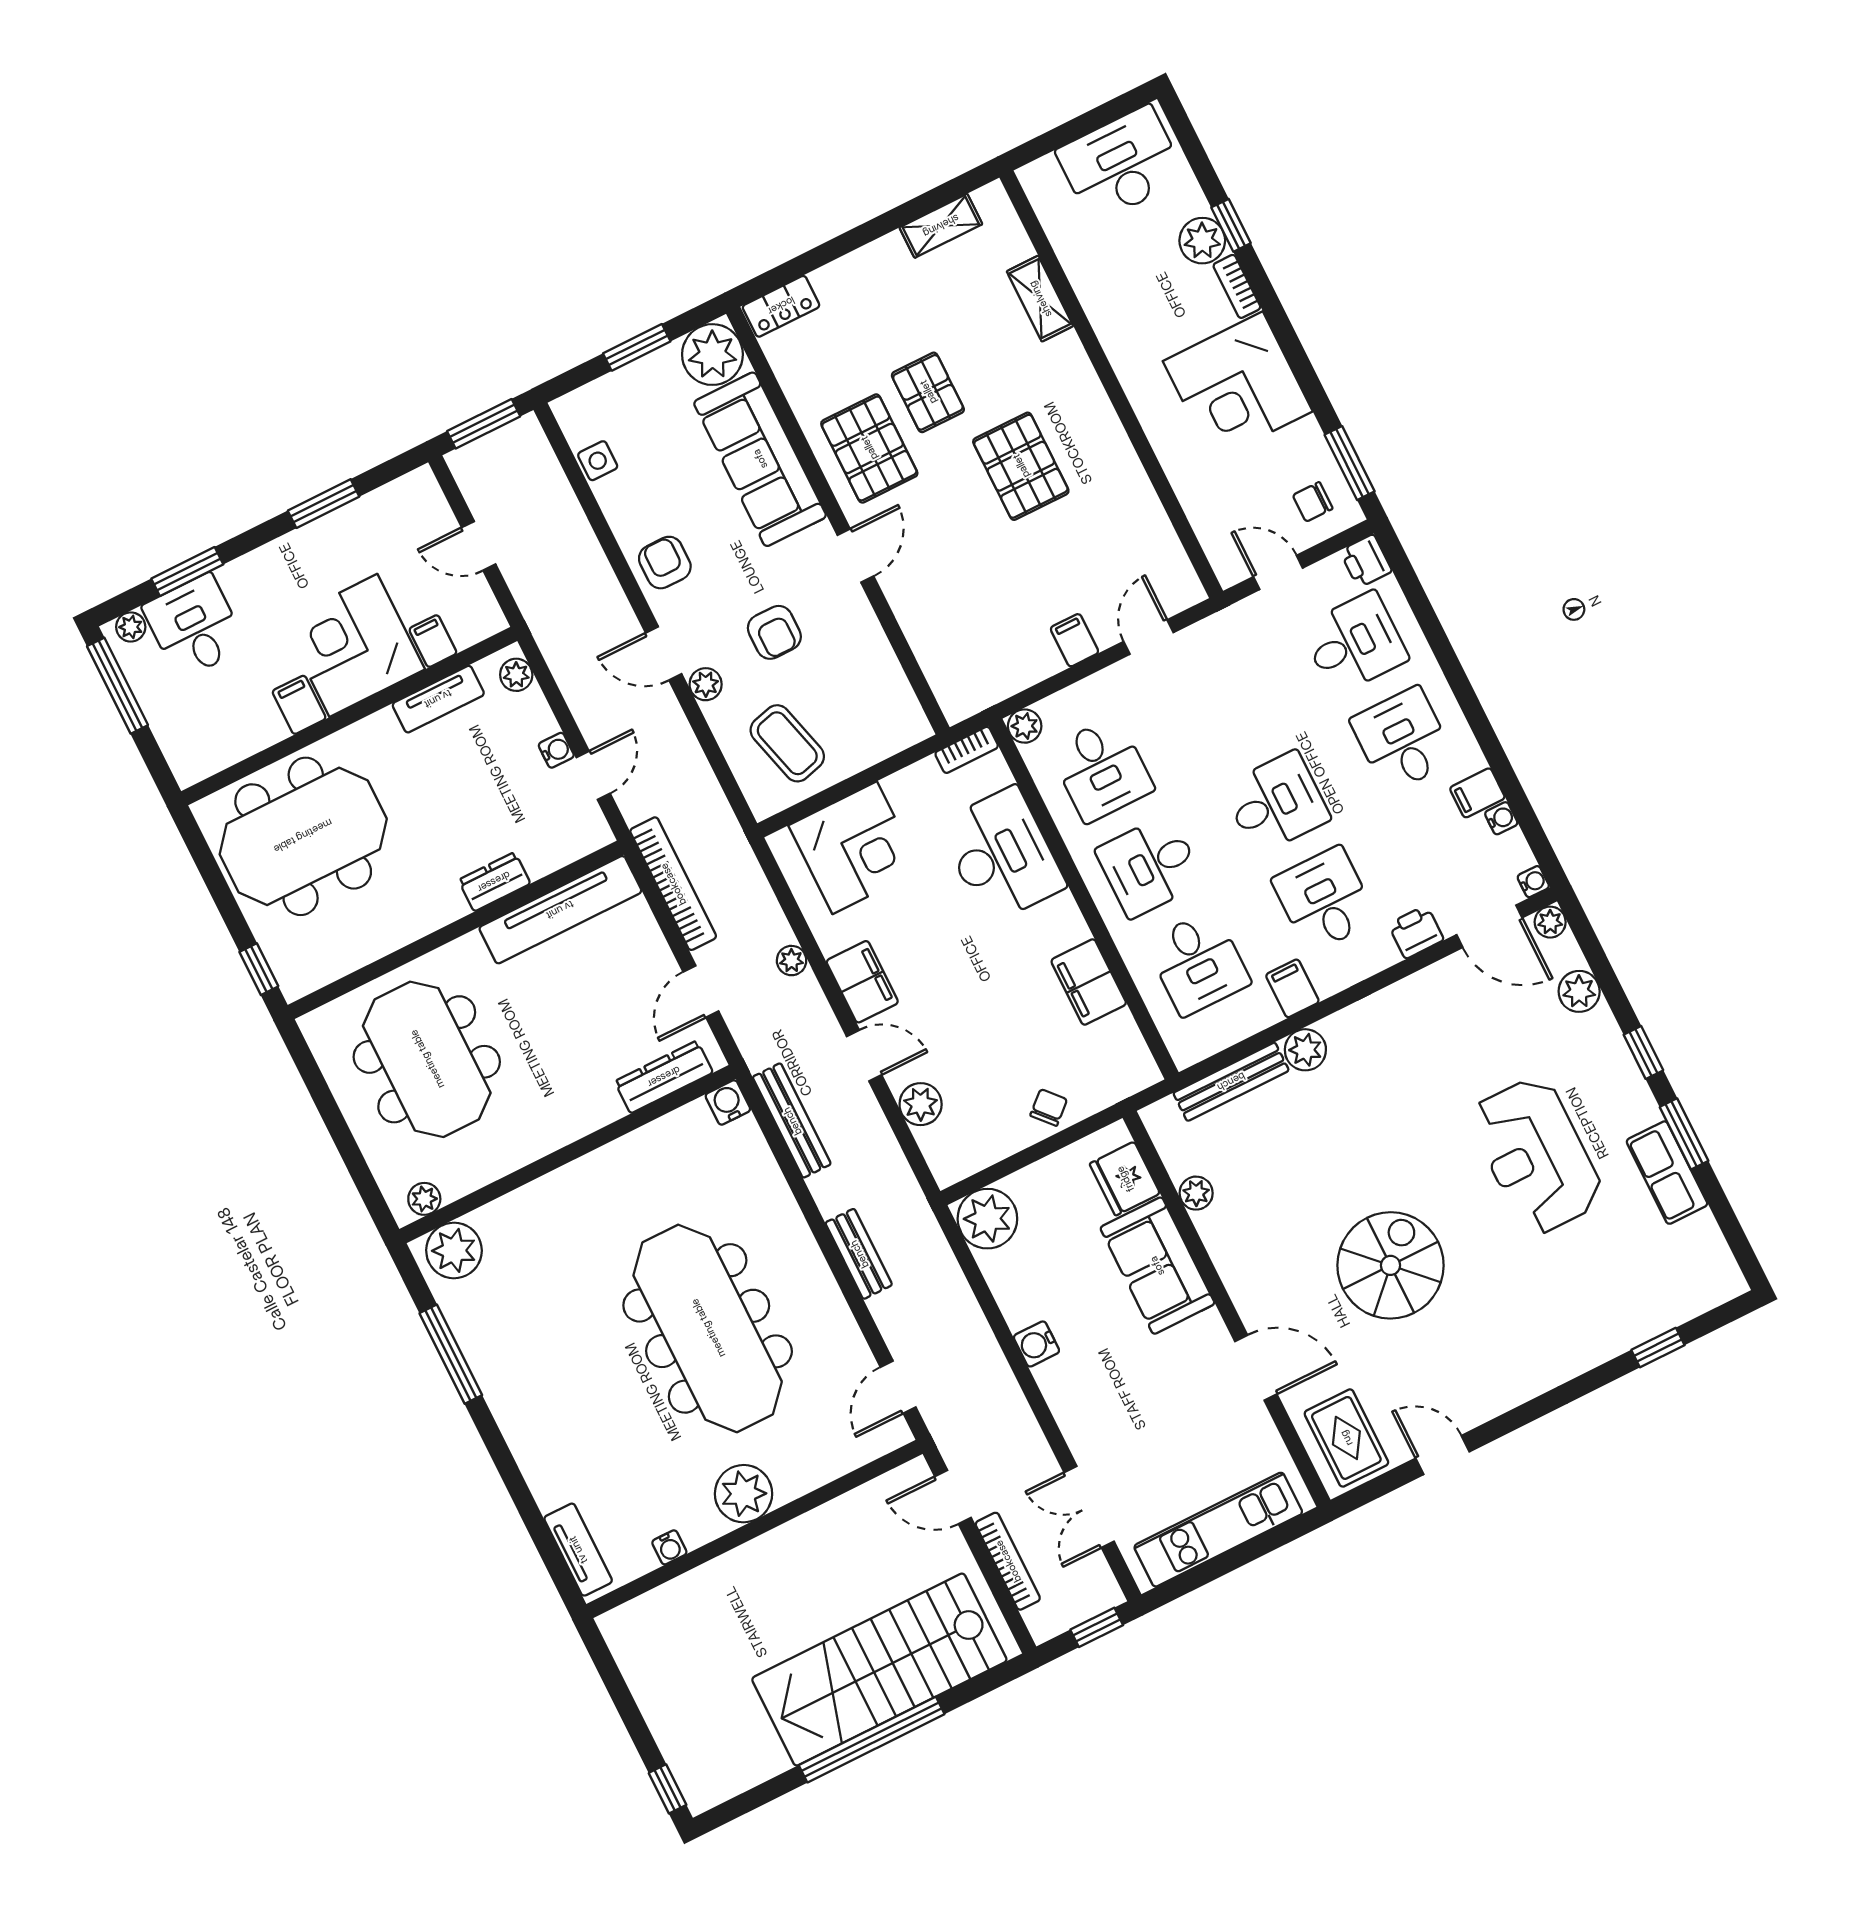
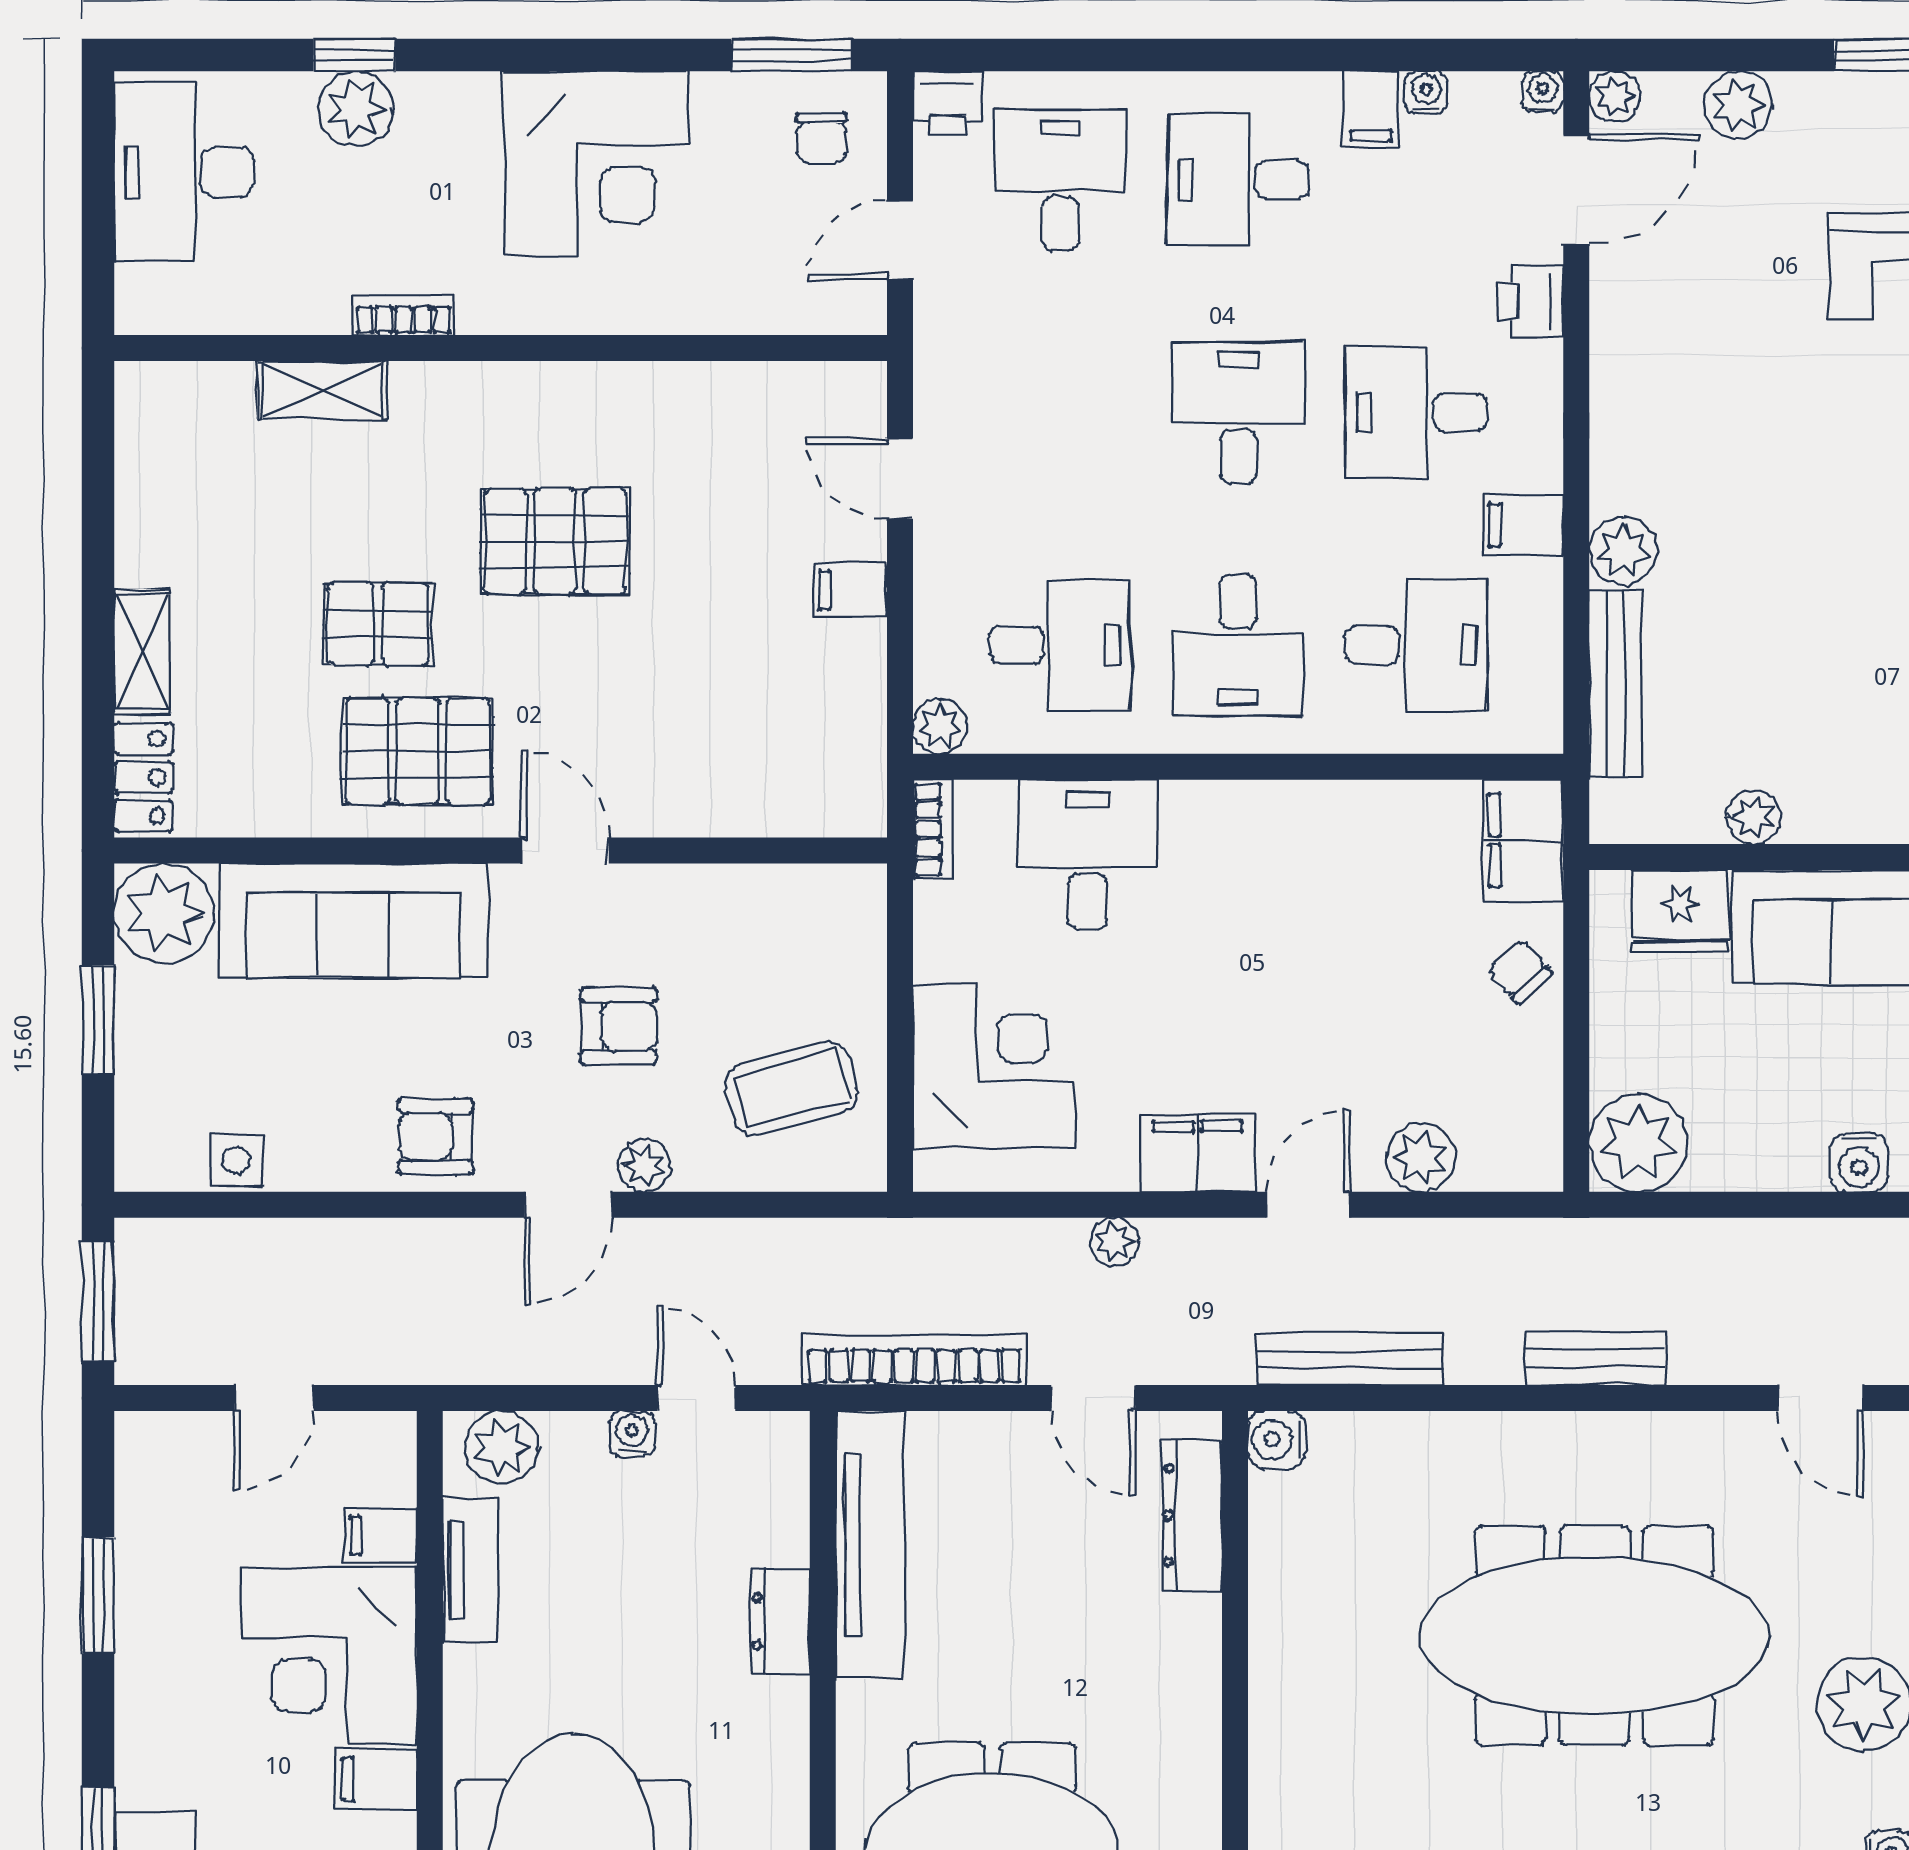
shelving: (941, 226) -> (142, 651), moved
bookcase: (1237, 286) -> (403, 315), moved, turned 180
plant: (516, 675) -> (502, 1447), width x1.38, depth x1.38
desk: (1002, 855) -> (1088, 855), width x0.73
filing cabinet: (1089, 982) -> (1523, 840), moved, turned 90

